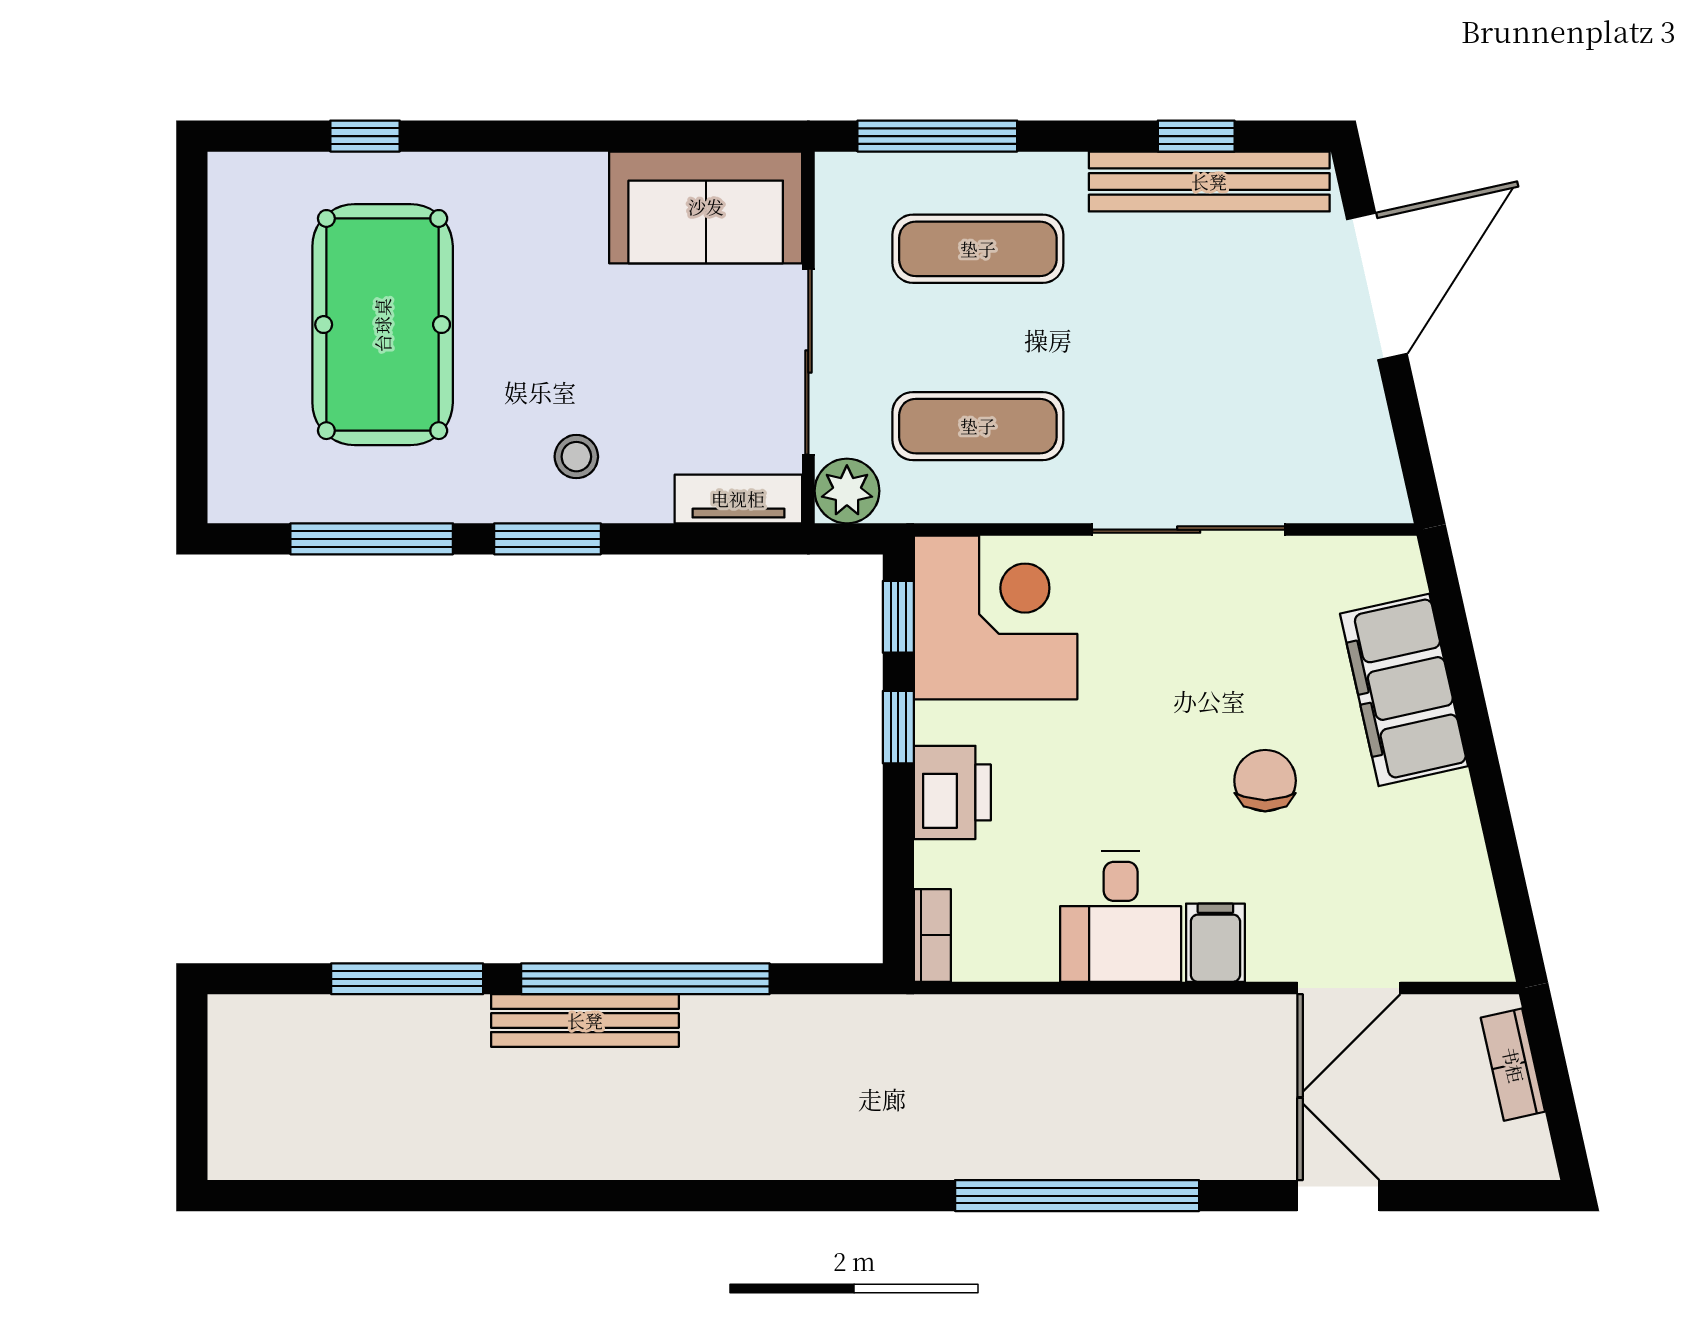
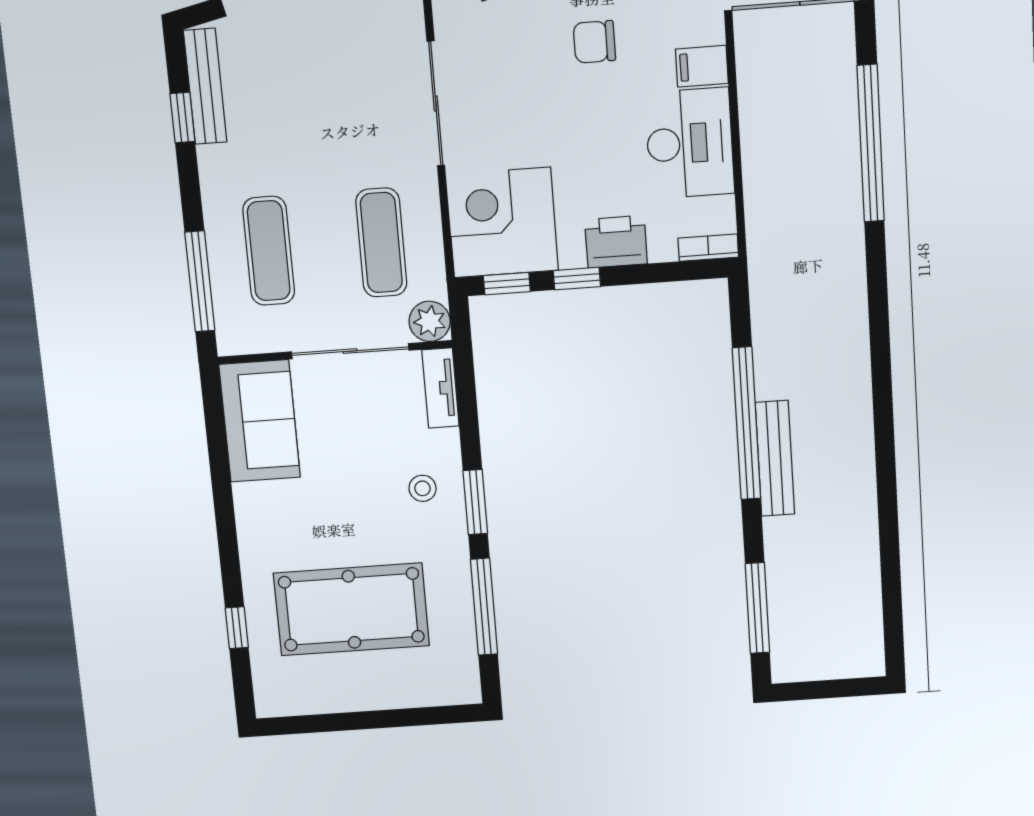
bench: (1209, 182) -> (205, 86), width x0.73, depth x0.82
desk: (1121, 917) -> (690, 143), width x1.37
window: (407, 979) -> (757, 608), moved

